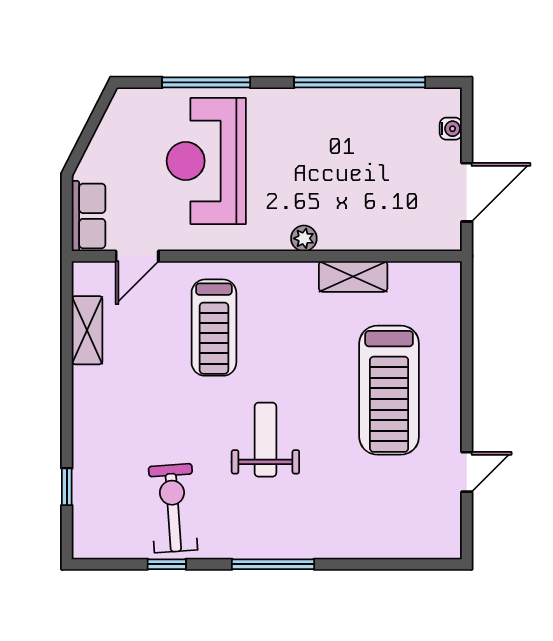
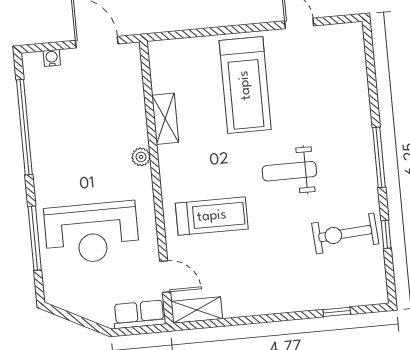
shelving: (87, 330) -> (197, 310), moved
treadmill: (389, 390) -> (245, 85), turned 90

